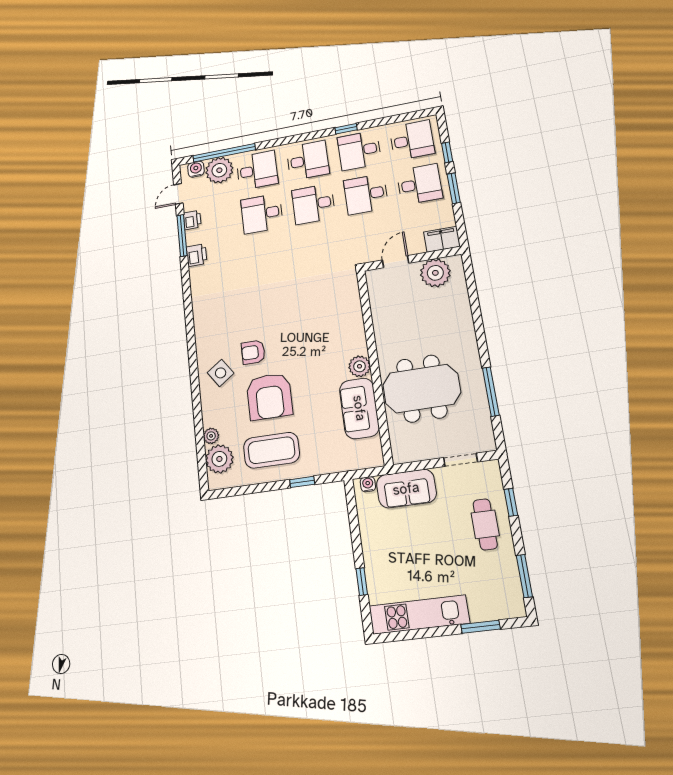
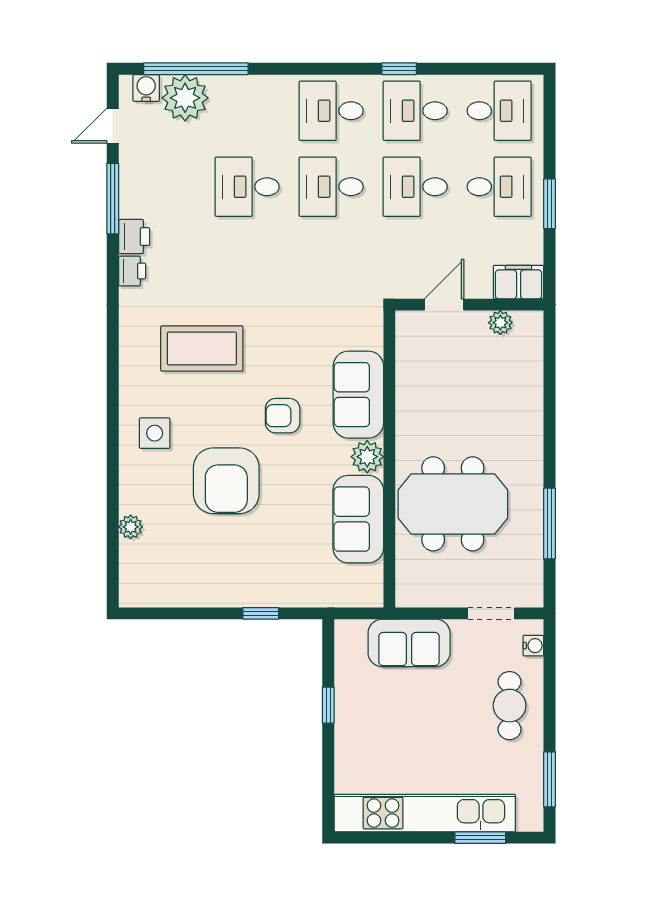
window: (447, 152) -> (550, 142), removed
desk: (308, 160) -> (331, 111), turned 180
desk: (257, 170) -> (247, 111), removed
printer: (192, 220) -> (132, 271), moved
plant: (435, 273) -> (500, 323), width x0.53, depth x0.53
sofa: (348, 327) -> (358, 395), added
armchair: (253, 352) -> (283, 416), moved
side table: (221, 373) -> (155, 433), turned 35
coffee table: (271, 450) -> (202, 349), moved
plant: (219, 459) -> (140, 563), removed
water cooler: (368, 484) -> (533, 646), moved, turned 90
window: (511, 502) -> (550, 681), removed
window: (362, 582) -> (328, 705), moved
kitchen unit: (419, 615) -> (425, 813), width x1.36

